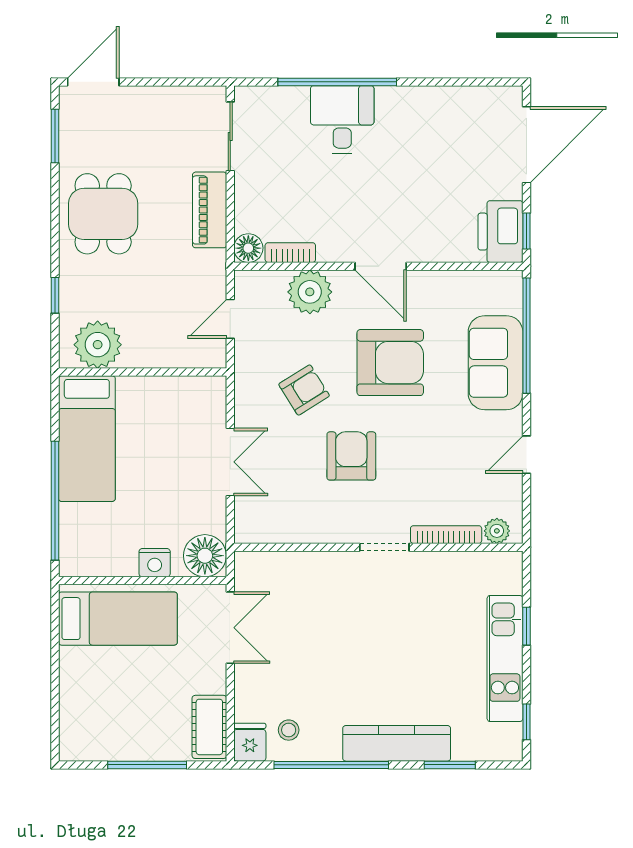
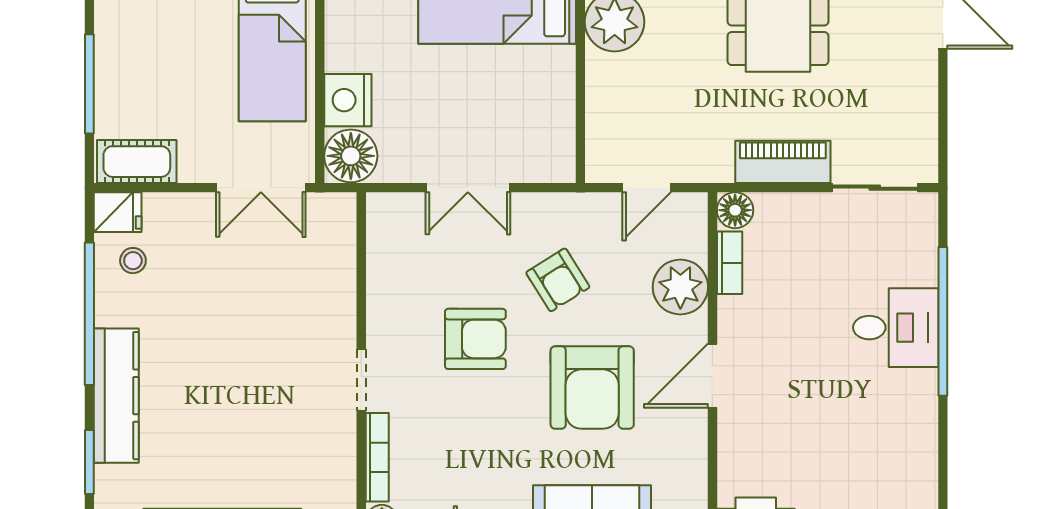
door: (230, 319) -> (647, 188), swing flipped
nightstand: (155, 563) -> (348, 100), width x1.36, depth x1.33

